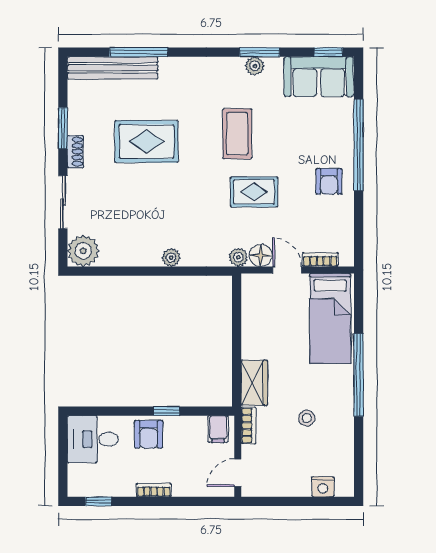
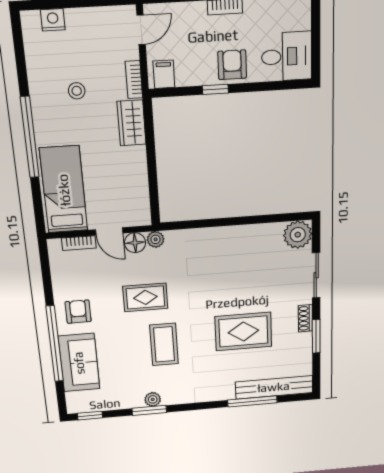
sofa: (319, 77) -> (79, 363), moved, turned 90
plant: (171, 258) -> (218, 235), removed

